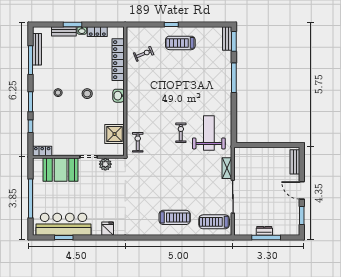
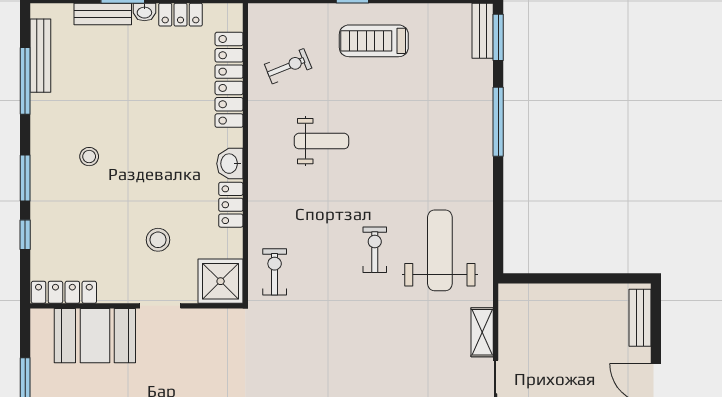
weight bench: (158, 86) -> (321, 141), added
stool: (87, 94) -> (158, 240), moved
locker: (119, 113) -> (231, 205), added
shower: (115, 134) -> (221, 281), moved
locker: (42, 151) -> (64, 292), width x1.53
plant: (105, 164) -> (199, 323), removed

